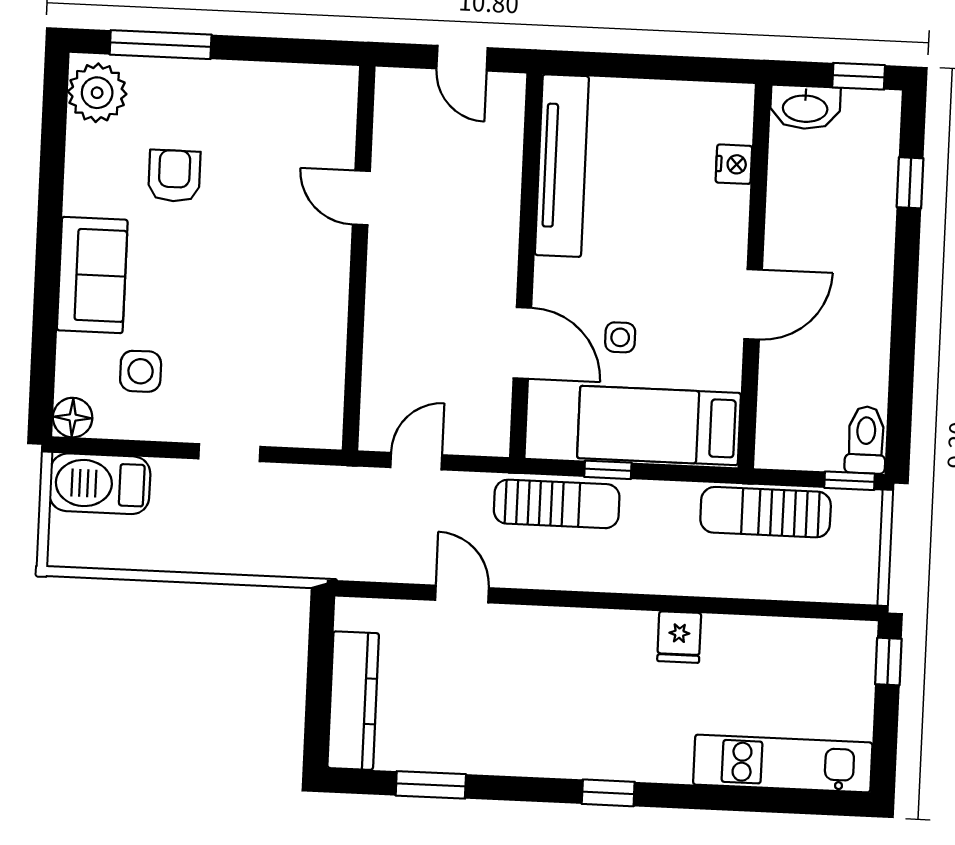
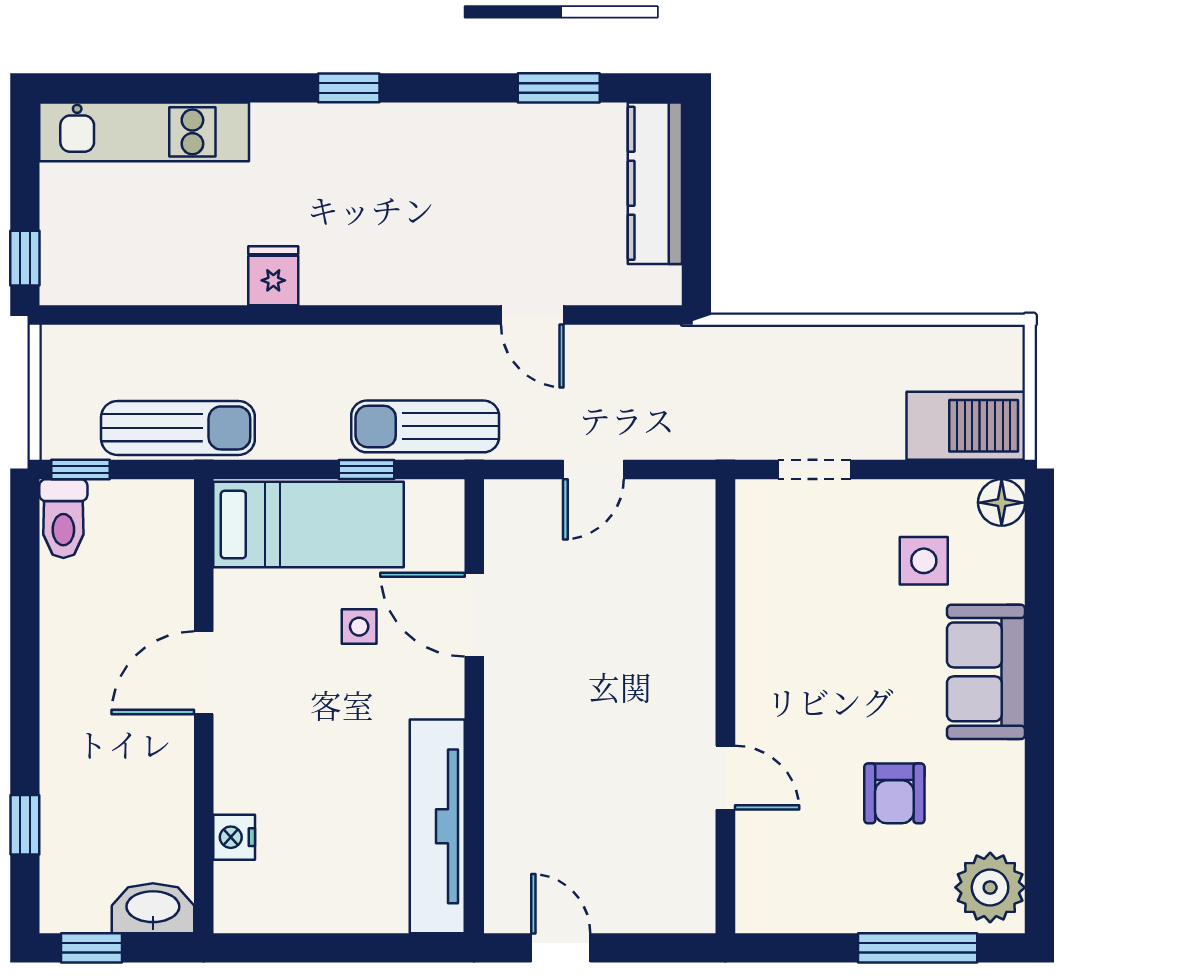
door: (361, 198) -> (725, 778), moved
wall: (359, 258) -> (725, 706), moved

